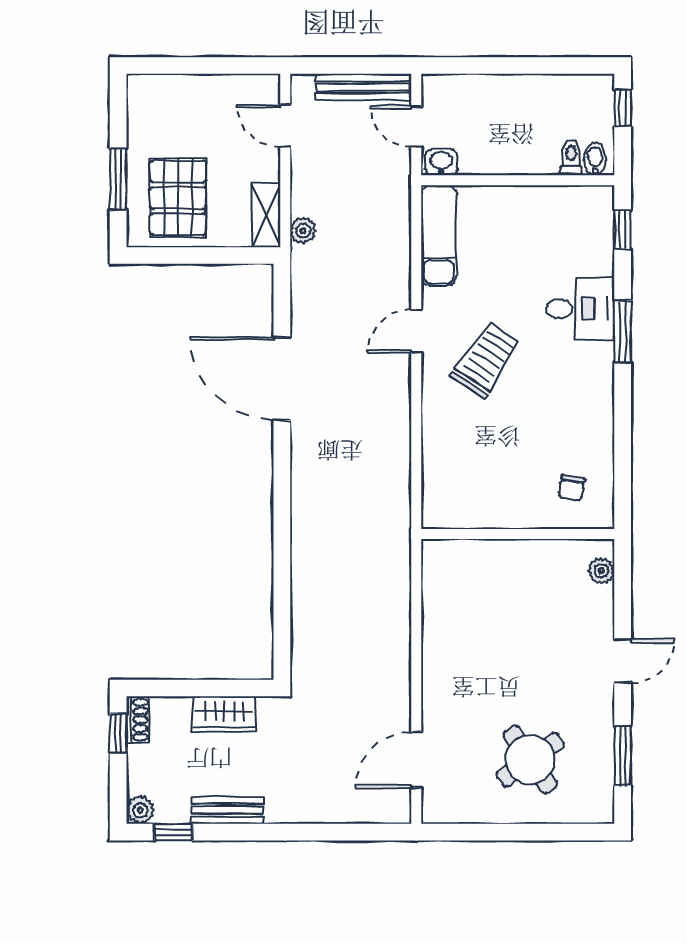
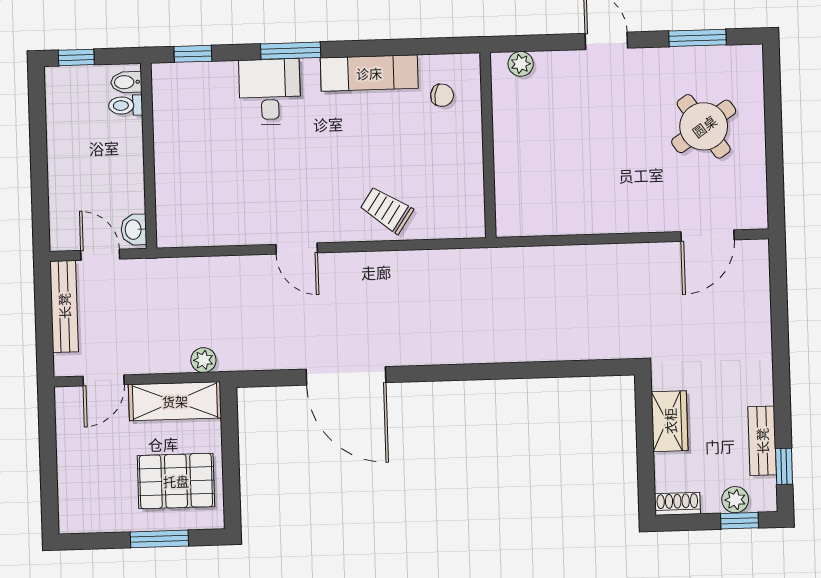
door: (416, 126) -> (100, 255), swing flipped
shelving: (266, 215) -> (175, 401), width x1.50, depth x1.33
exam couch: (439, 235) -> (369, 73), moved, turned 180
trolley: (486, 360) -> (387, 210), moved, width x0.73, depth x0.72
door: (282, 379) -> (346, 376), hinge flipped
window: (118, 733) -> (739, 521), moved
door: (416, 760) -> (708, 236), hinge flipped
plant: (140, 810) -> (735, 500), moved
bench: (227, 810) -> (762, 441), moved

